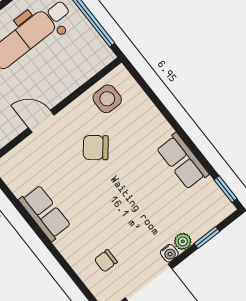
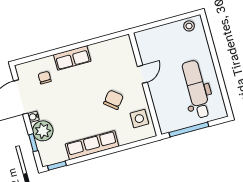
row of seats: (183, 161) -> (92, 145), width x1.48
row of seats: (45, 213) -> (72, 58), moved
plant: (183, 241) -> (43, 131), width x1.87, depth x1.87

